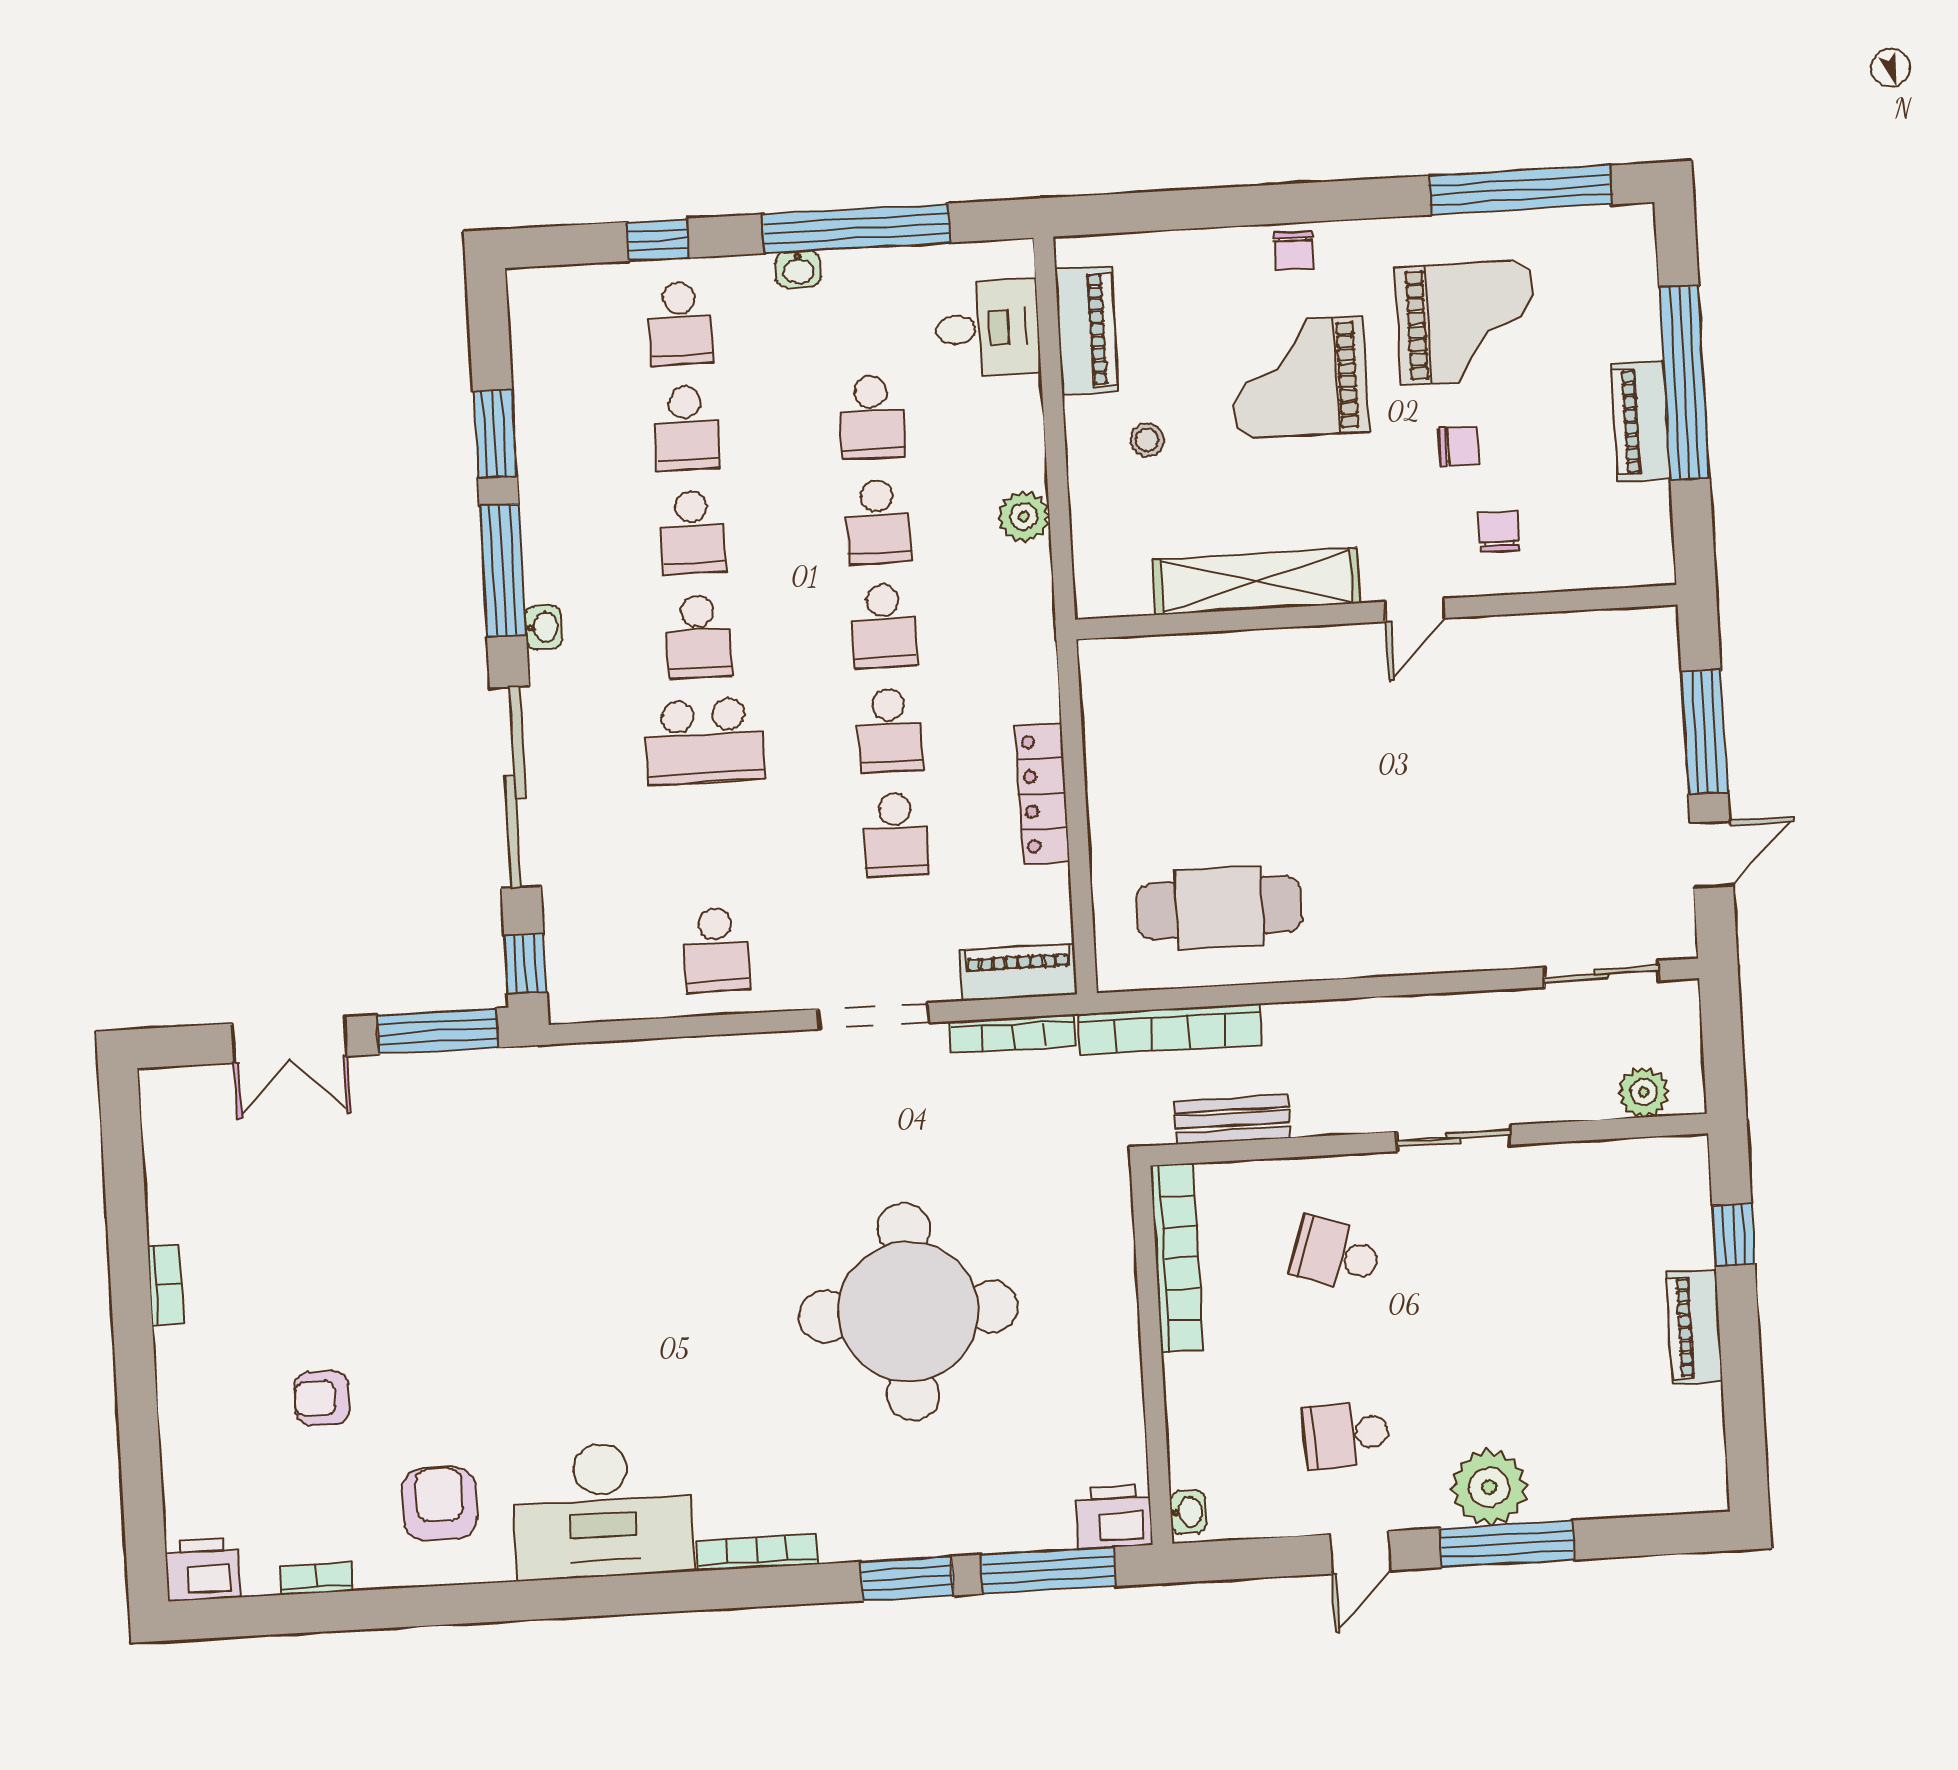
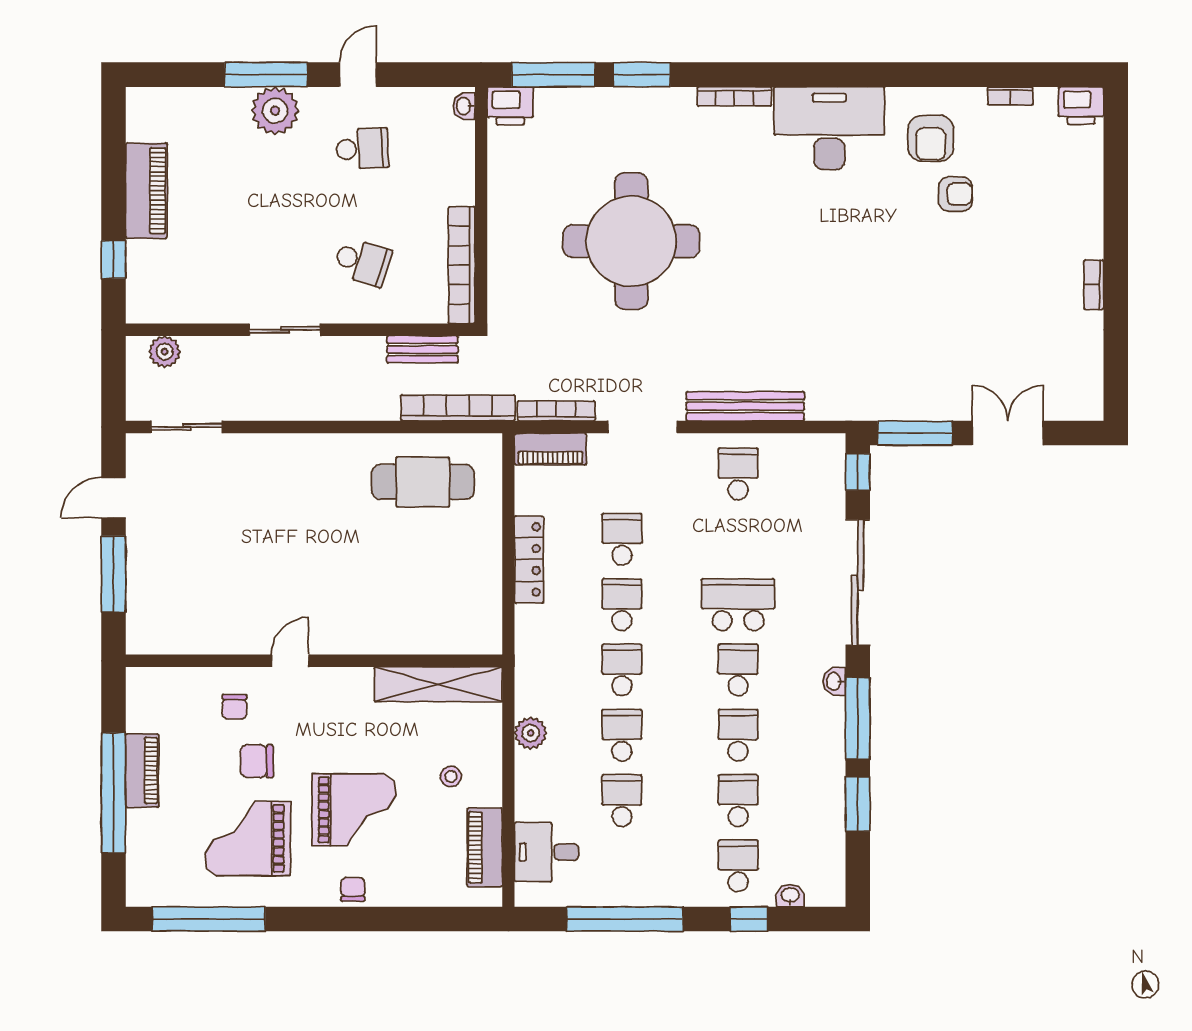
washbasin: (798, 269) -> (790, 896), moved
chair: (1459, 446) -> (257, 761), width x1.37, depth x1.37
shelving: (1256, 581) -> (438, 684), moved
bench: (711, 1059) -> (745, 406), added
piano: (1694, 1327) -> (146, 191), width x1.37, depth x1.33
armchair: (322, 1398) -> (955, 194), moved

